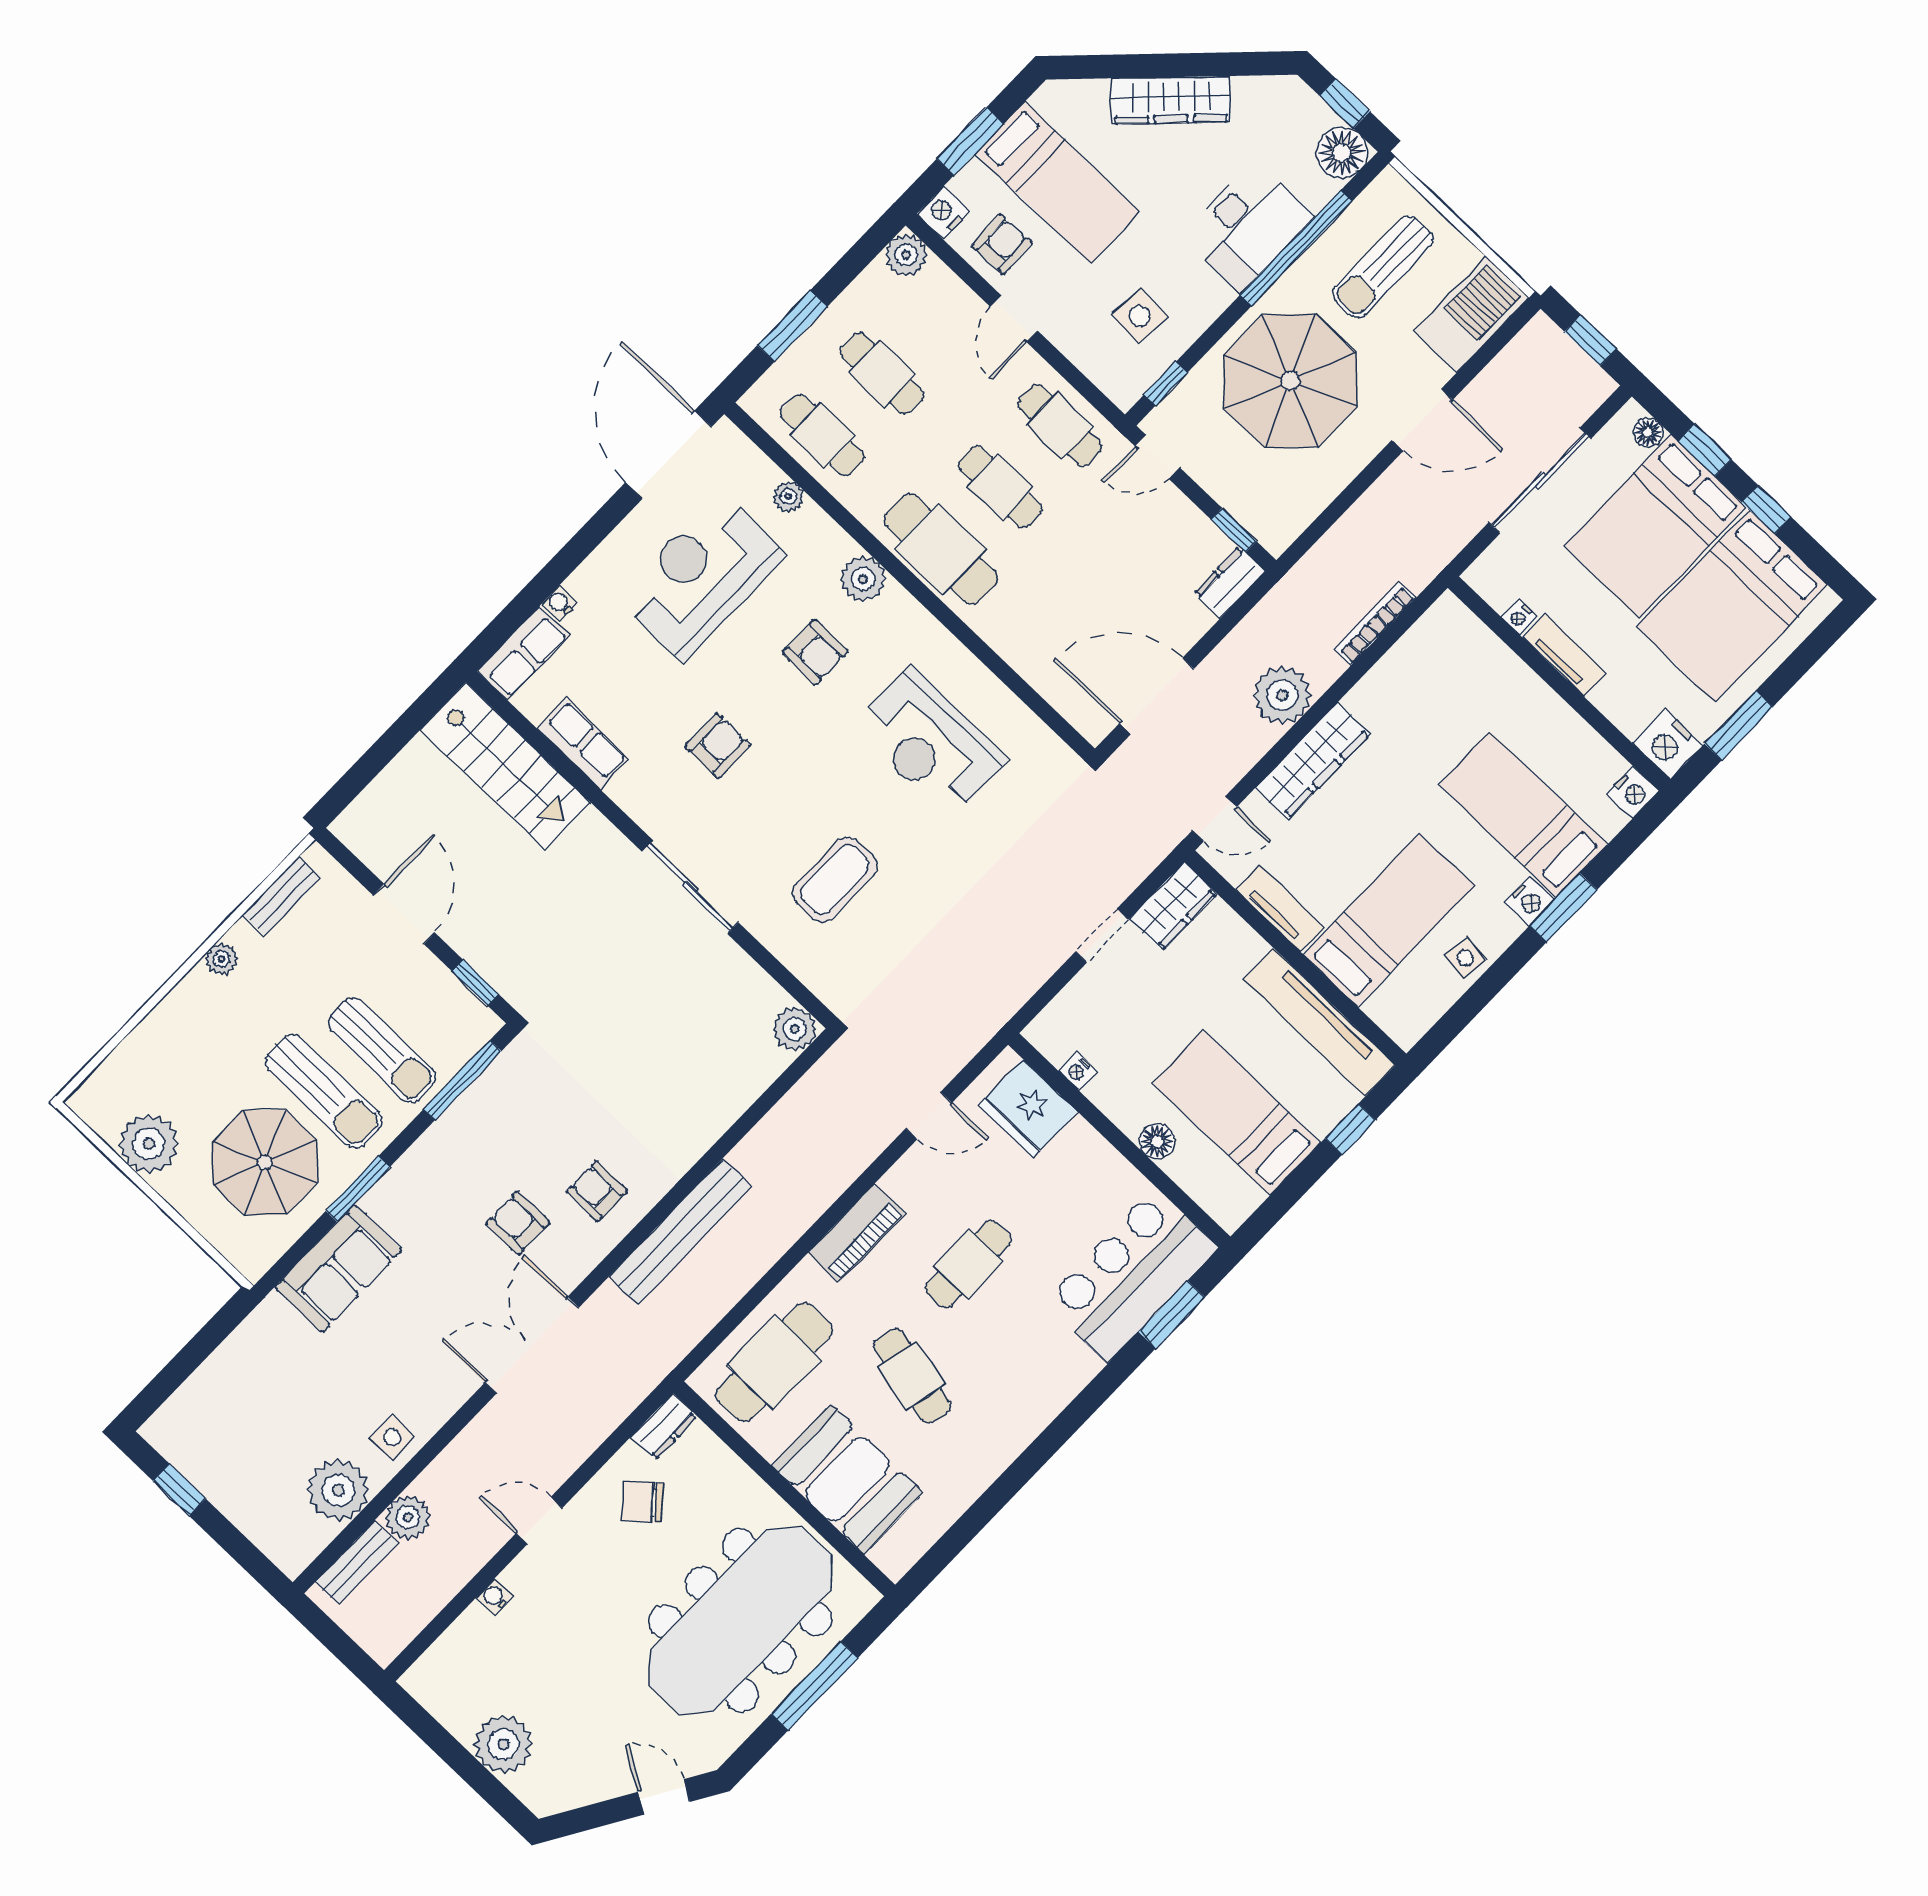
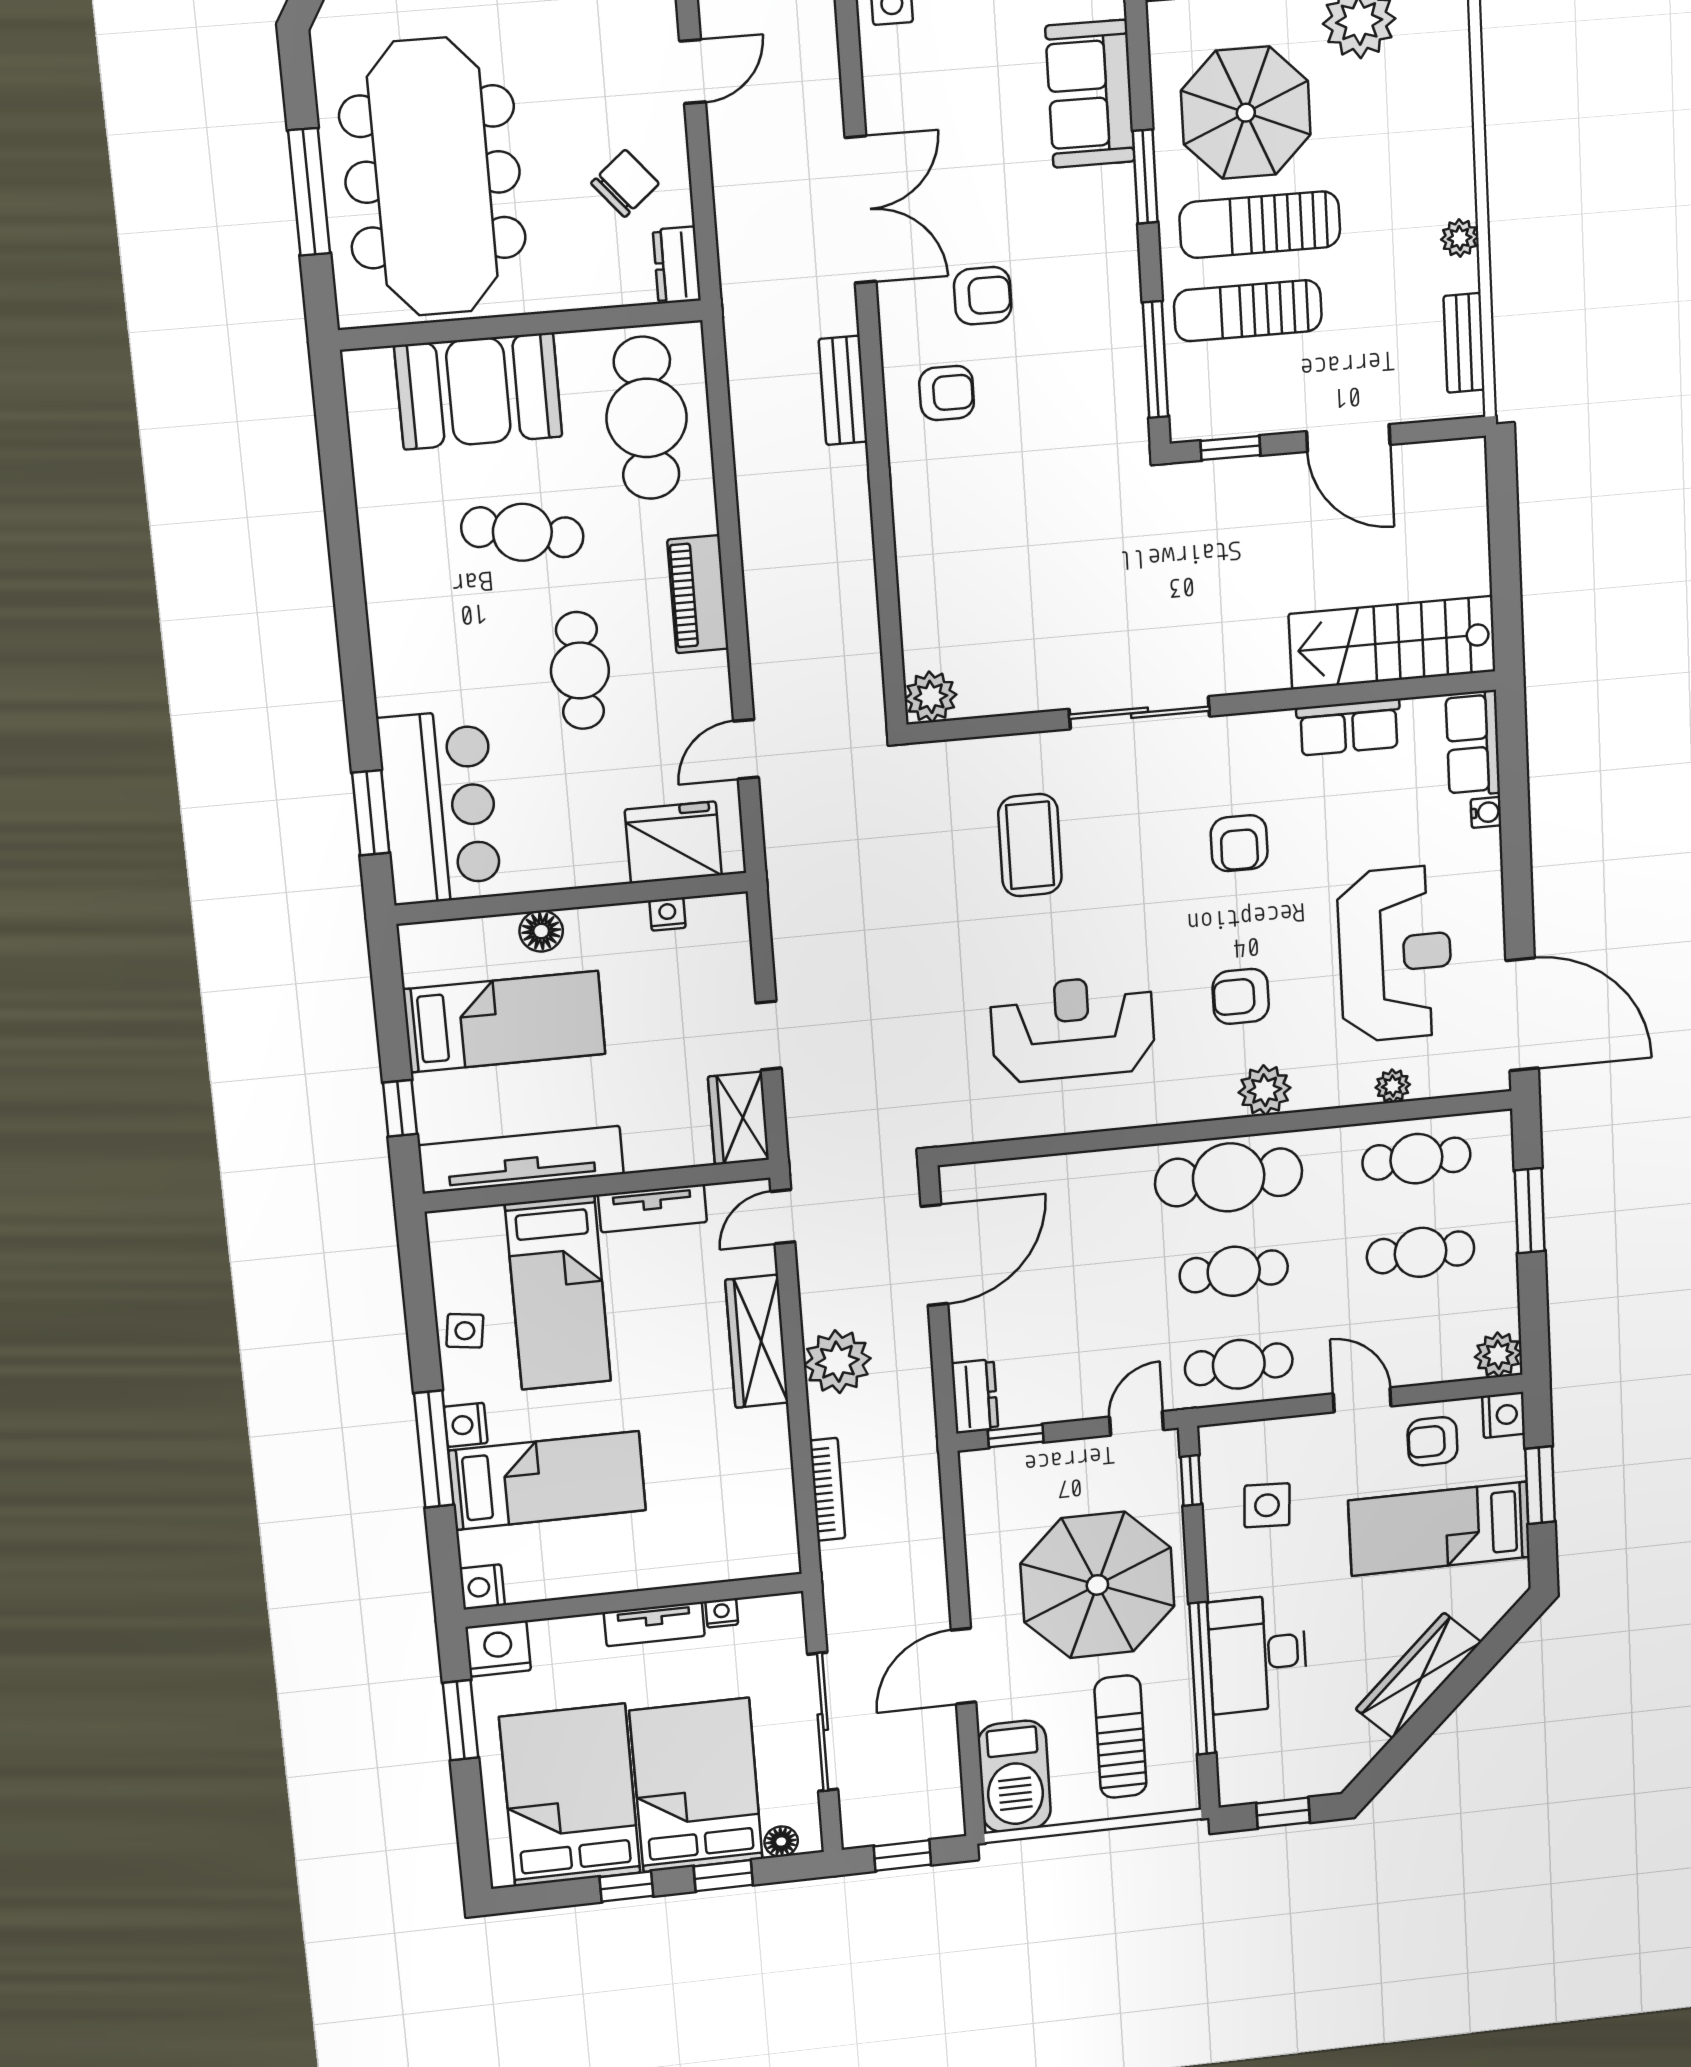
floor lamp: (1342, 153) -> (1245, 1779), removed
armchair: (1002, 244) -> (1432, 1441), turned 92
window: (1563, 908) -> (434, 1449), width x1.44
bench: (680, 1232) -> (843, 390), width x0.54, depth x0.82

